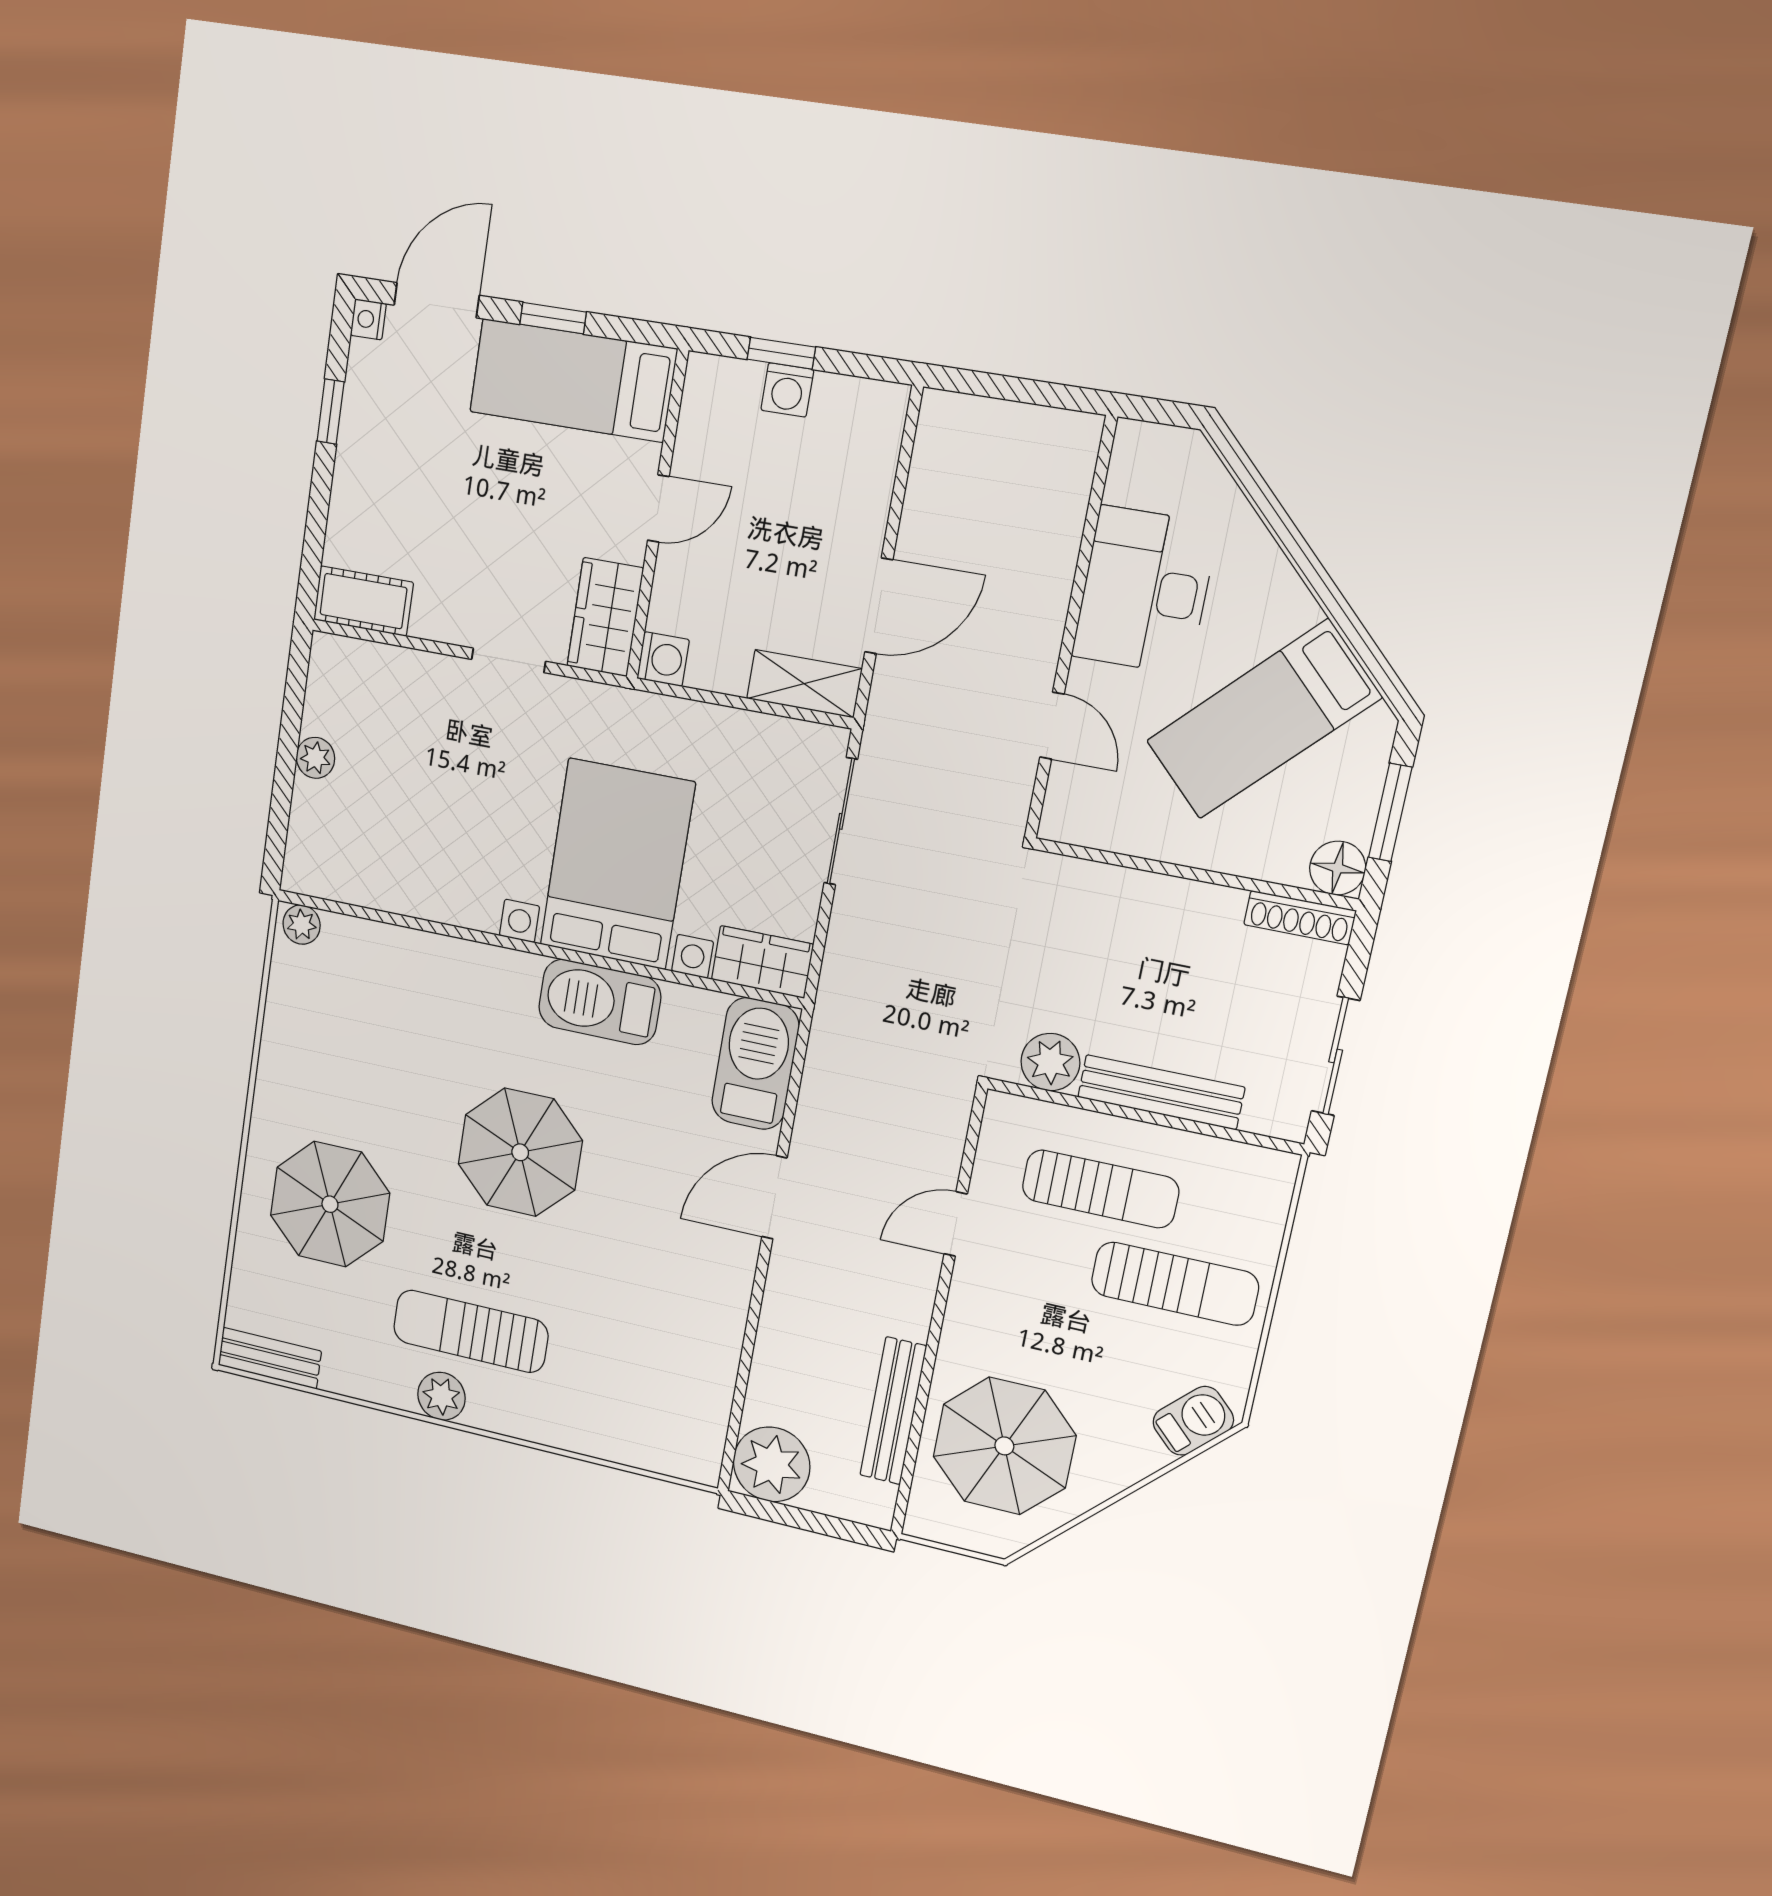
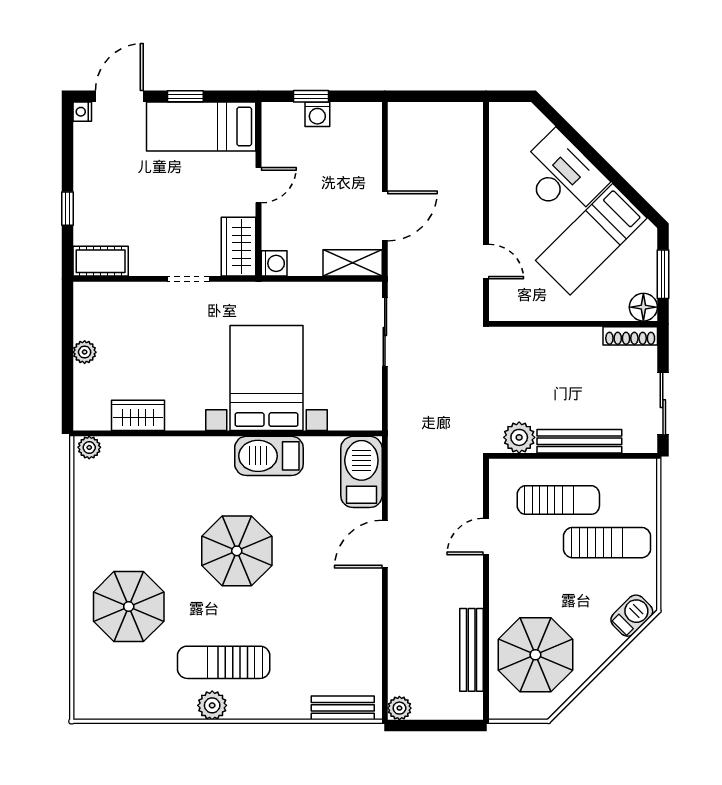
window: (331, 412) -> (67, 209), moved
desk: (1145, 590) -> (562, 176), moved, turned 135
wardrobe: (762, 962) -> (138, 415), moved
bench: (270, 1358) -> (343, 708), moved
plant: (772, 1464) -> (399, 708), width x0.53, depth x0.53

